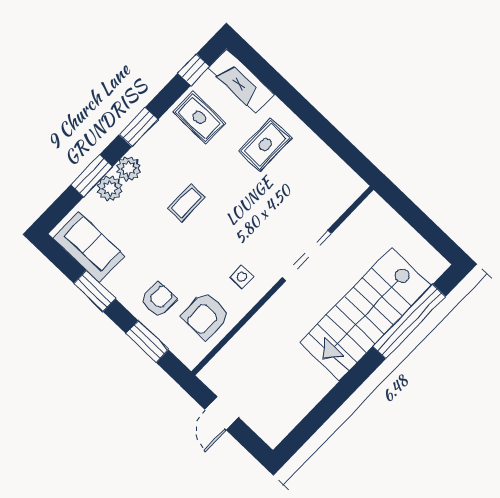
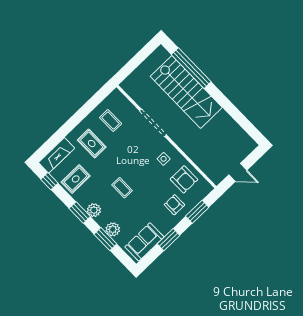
plant: (128, 169) -> (94, 210), moved
coffee table: (308, 178) -> (111, 121), added

